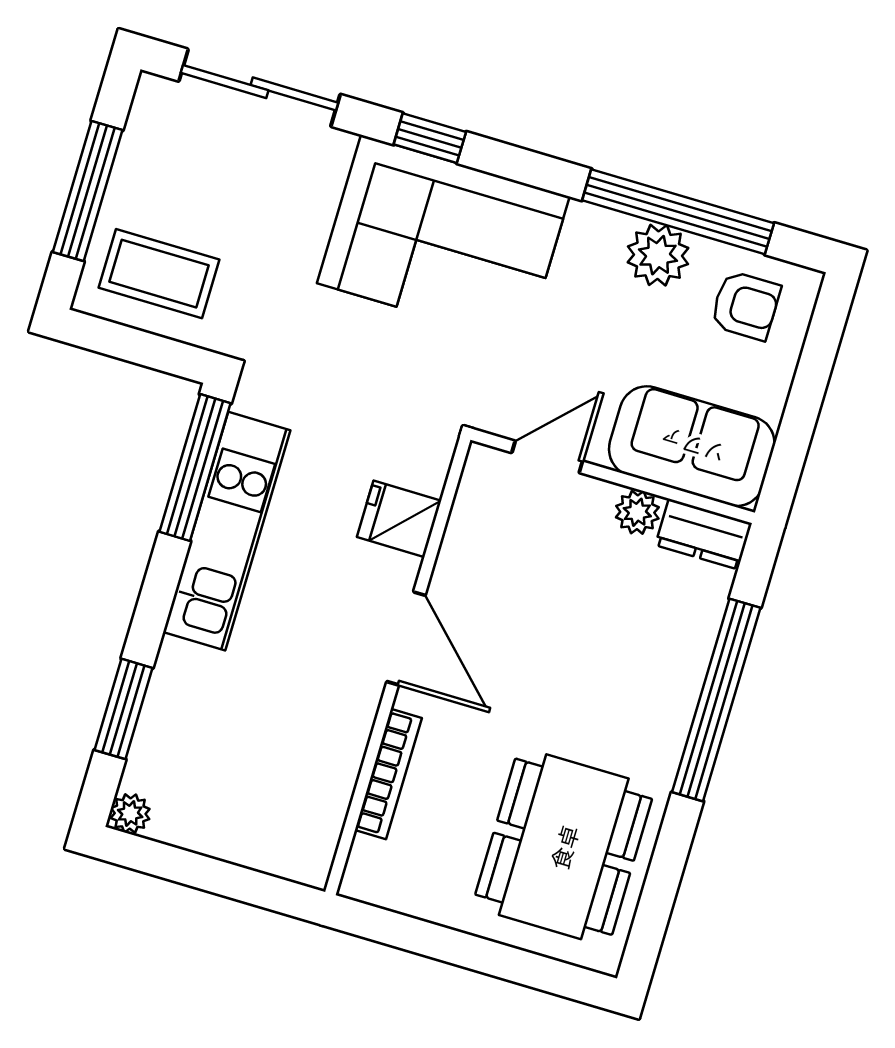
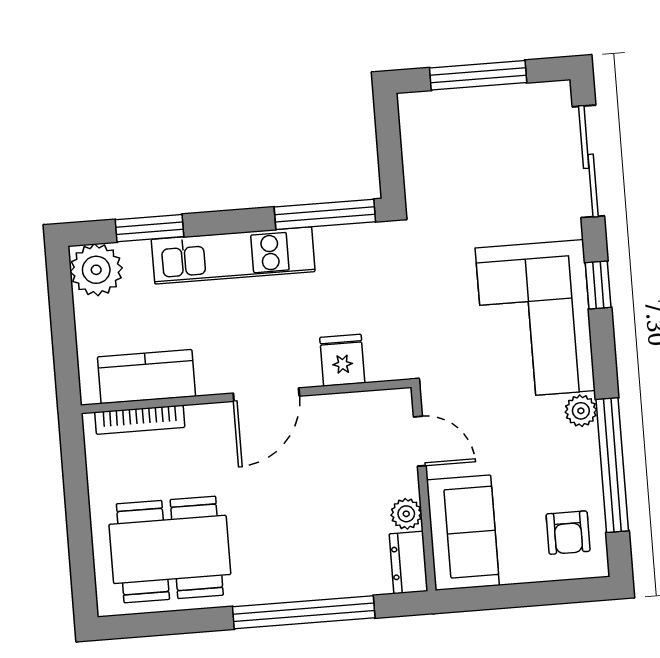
plant: (658, 255) -> (581, 411), moved, width x0.73, depth x0.73
coffee table: (159, 274) -> (442, 142), removed
kitchen unit: (227, 531) -> (233, 255), moved
bookcase: (388, 774) -> (140, 420), moved
kitchen counter: (321, 789) -> (146, 377), added
plant: (130, 813) -> (96, 270), width x1.87, depth x1.87

